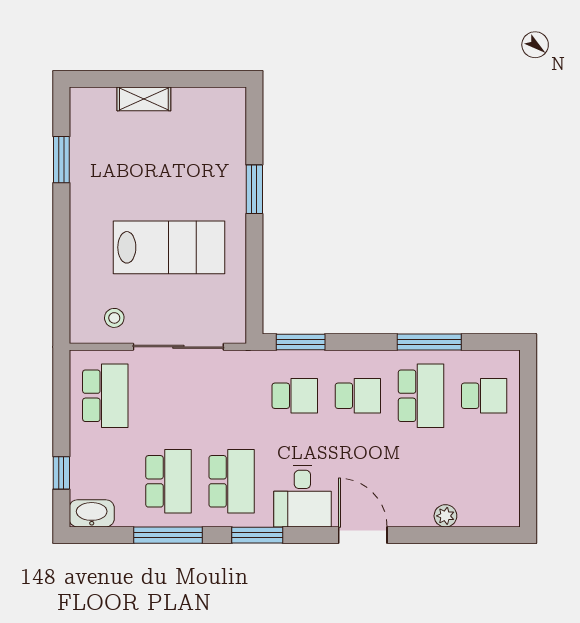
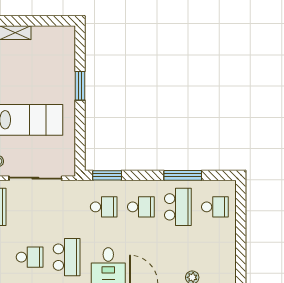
school desk: (168, 481) -> (30, 257), width x0.54

